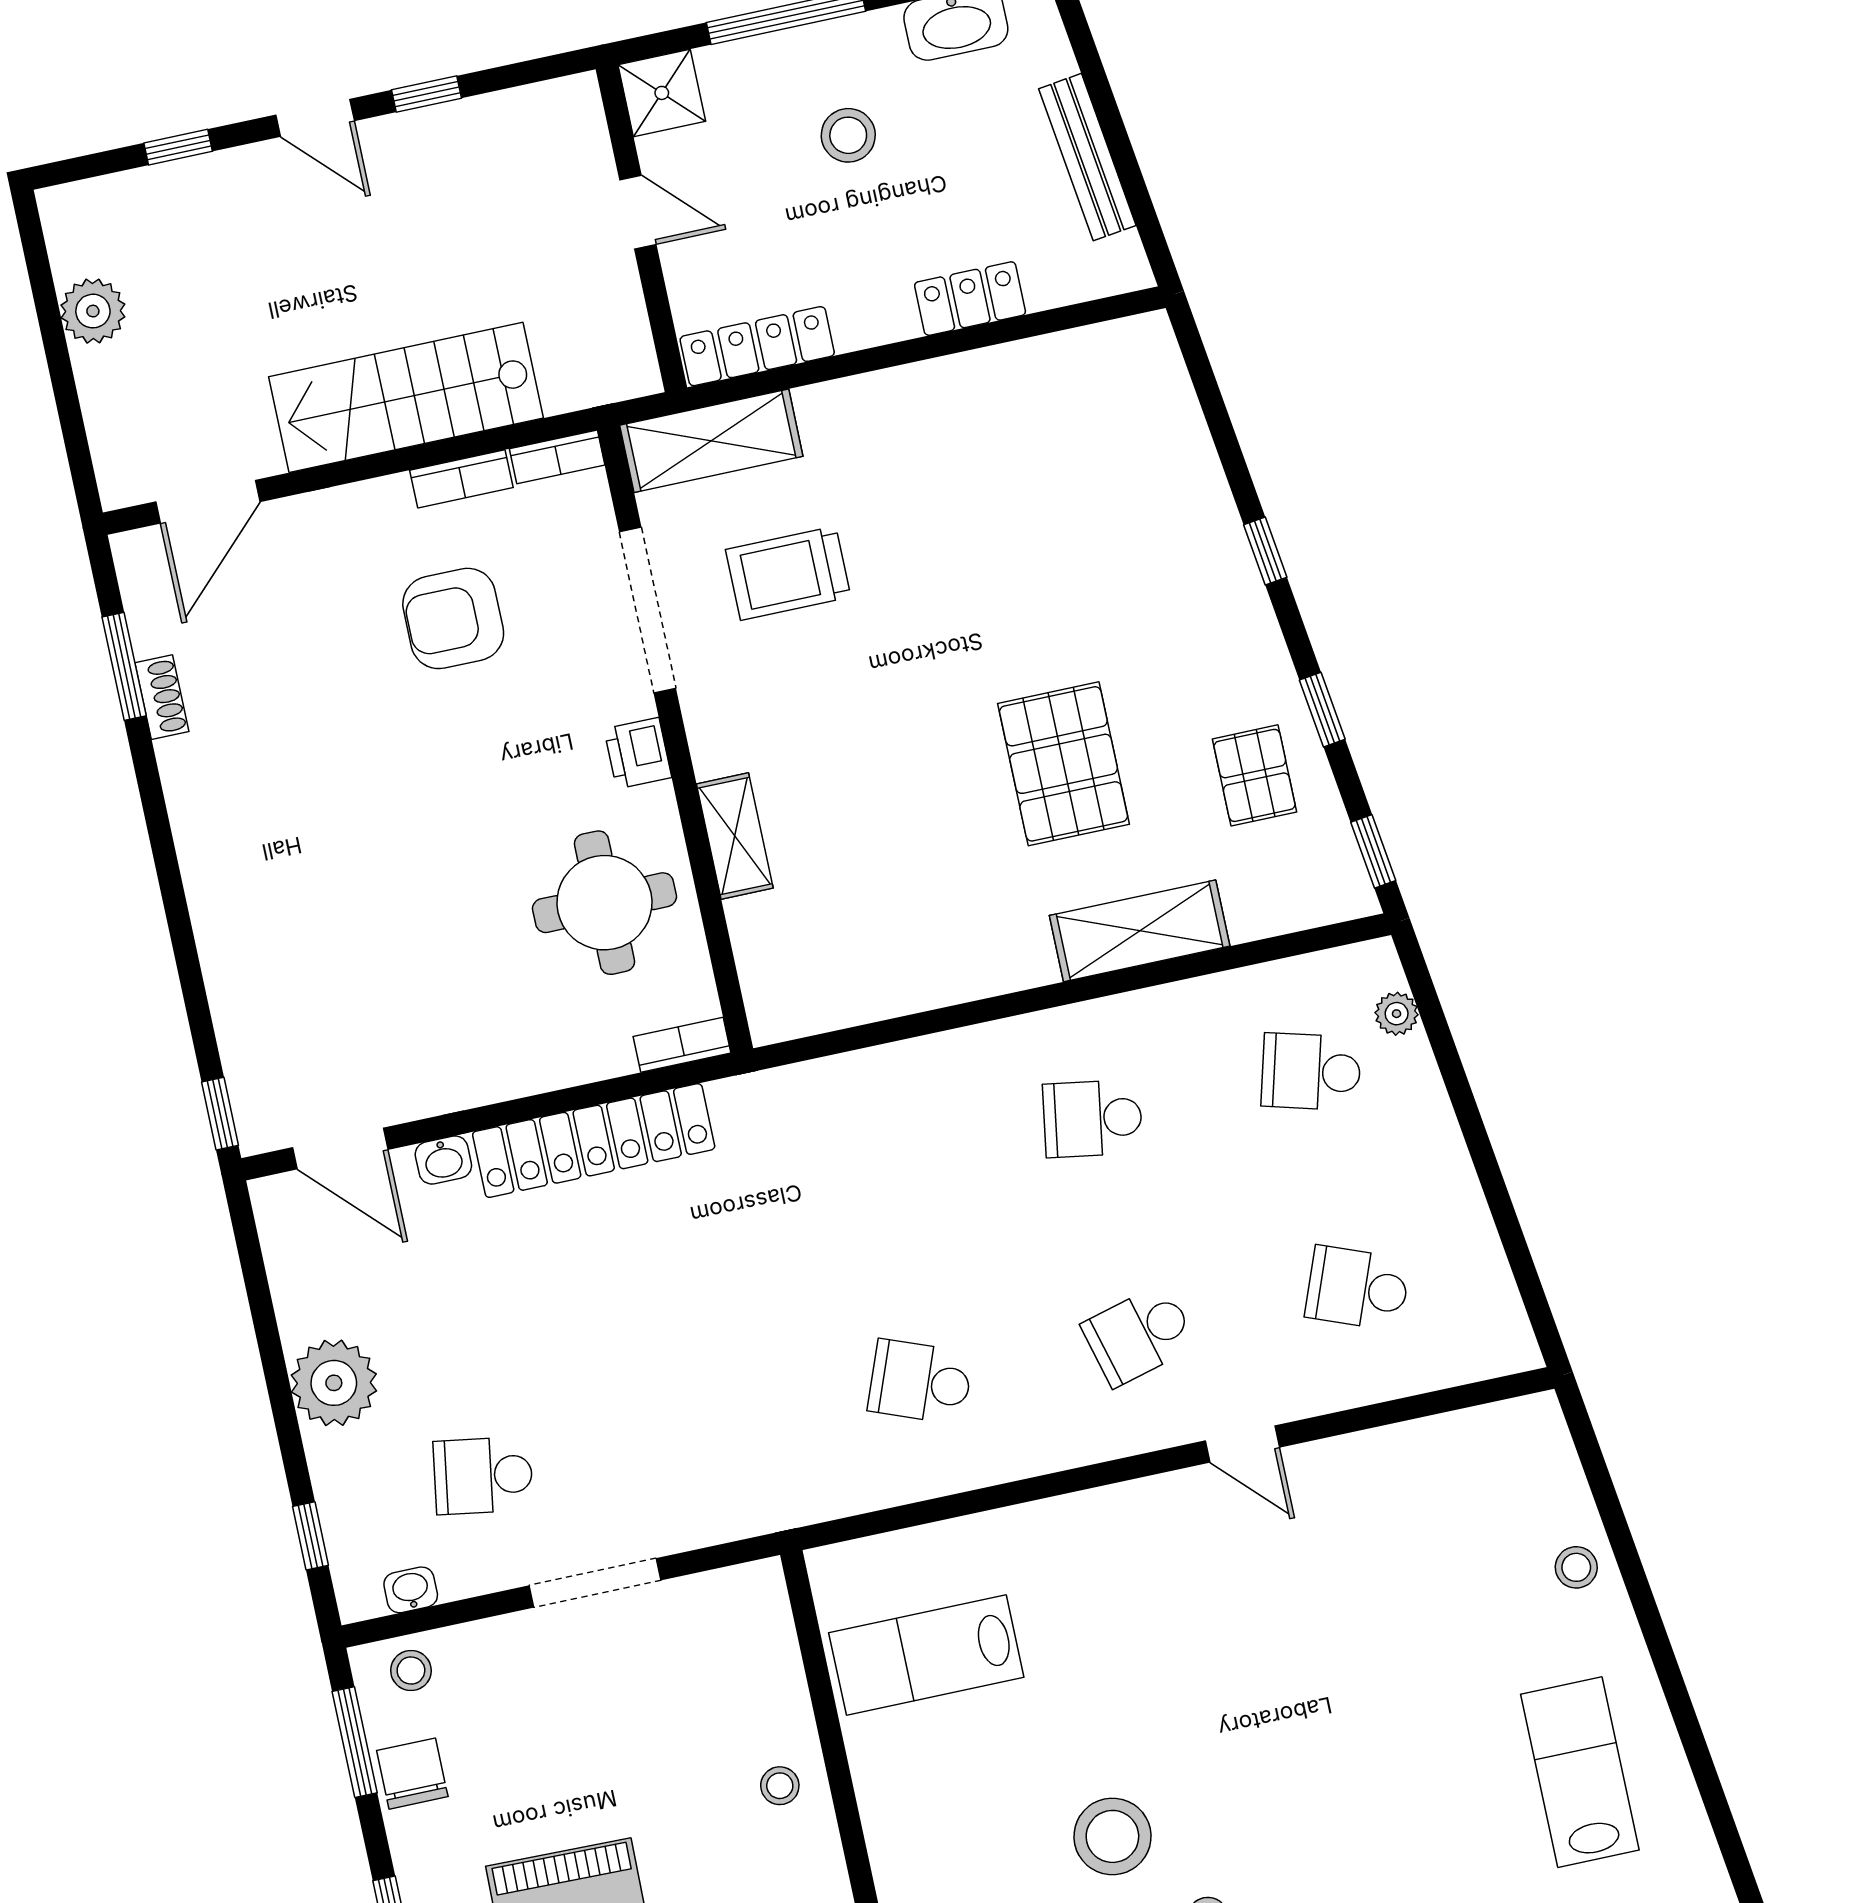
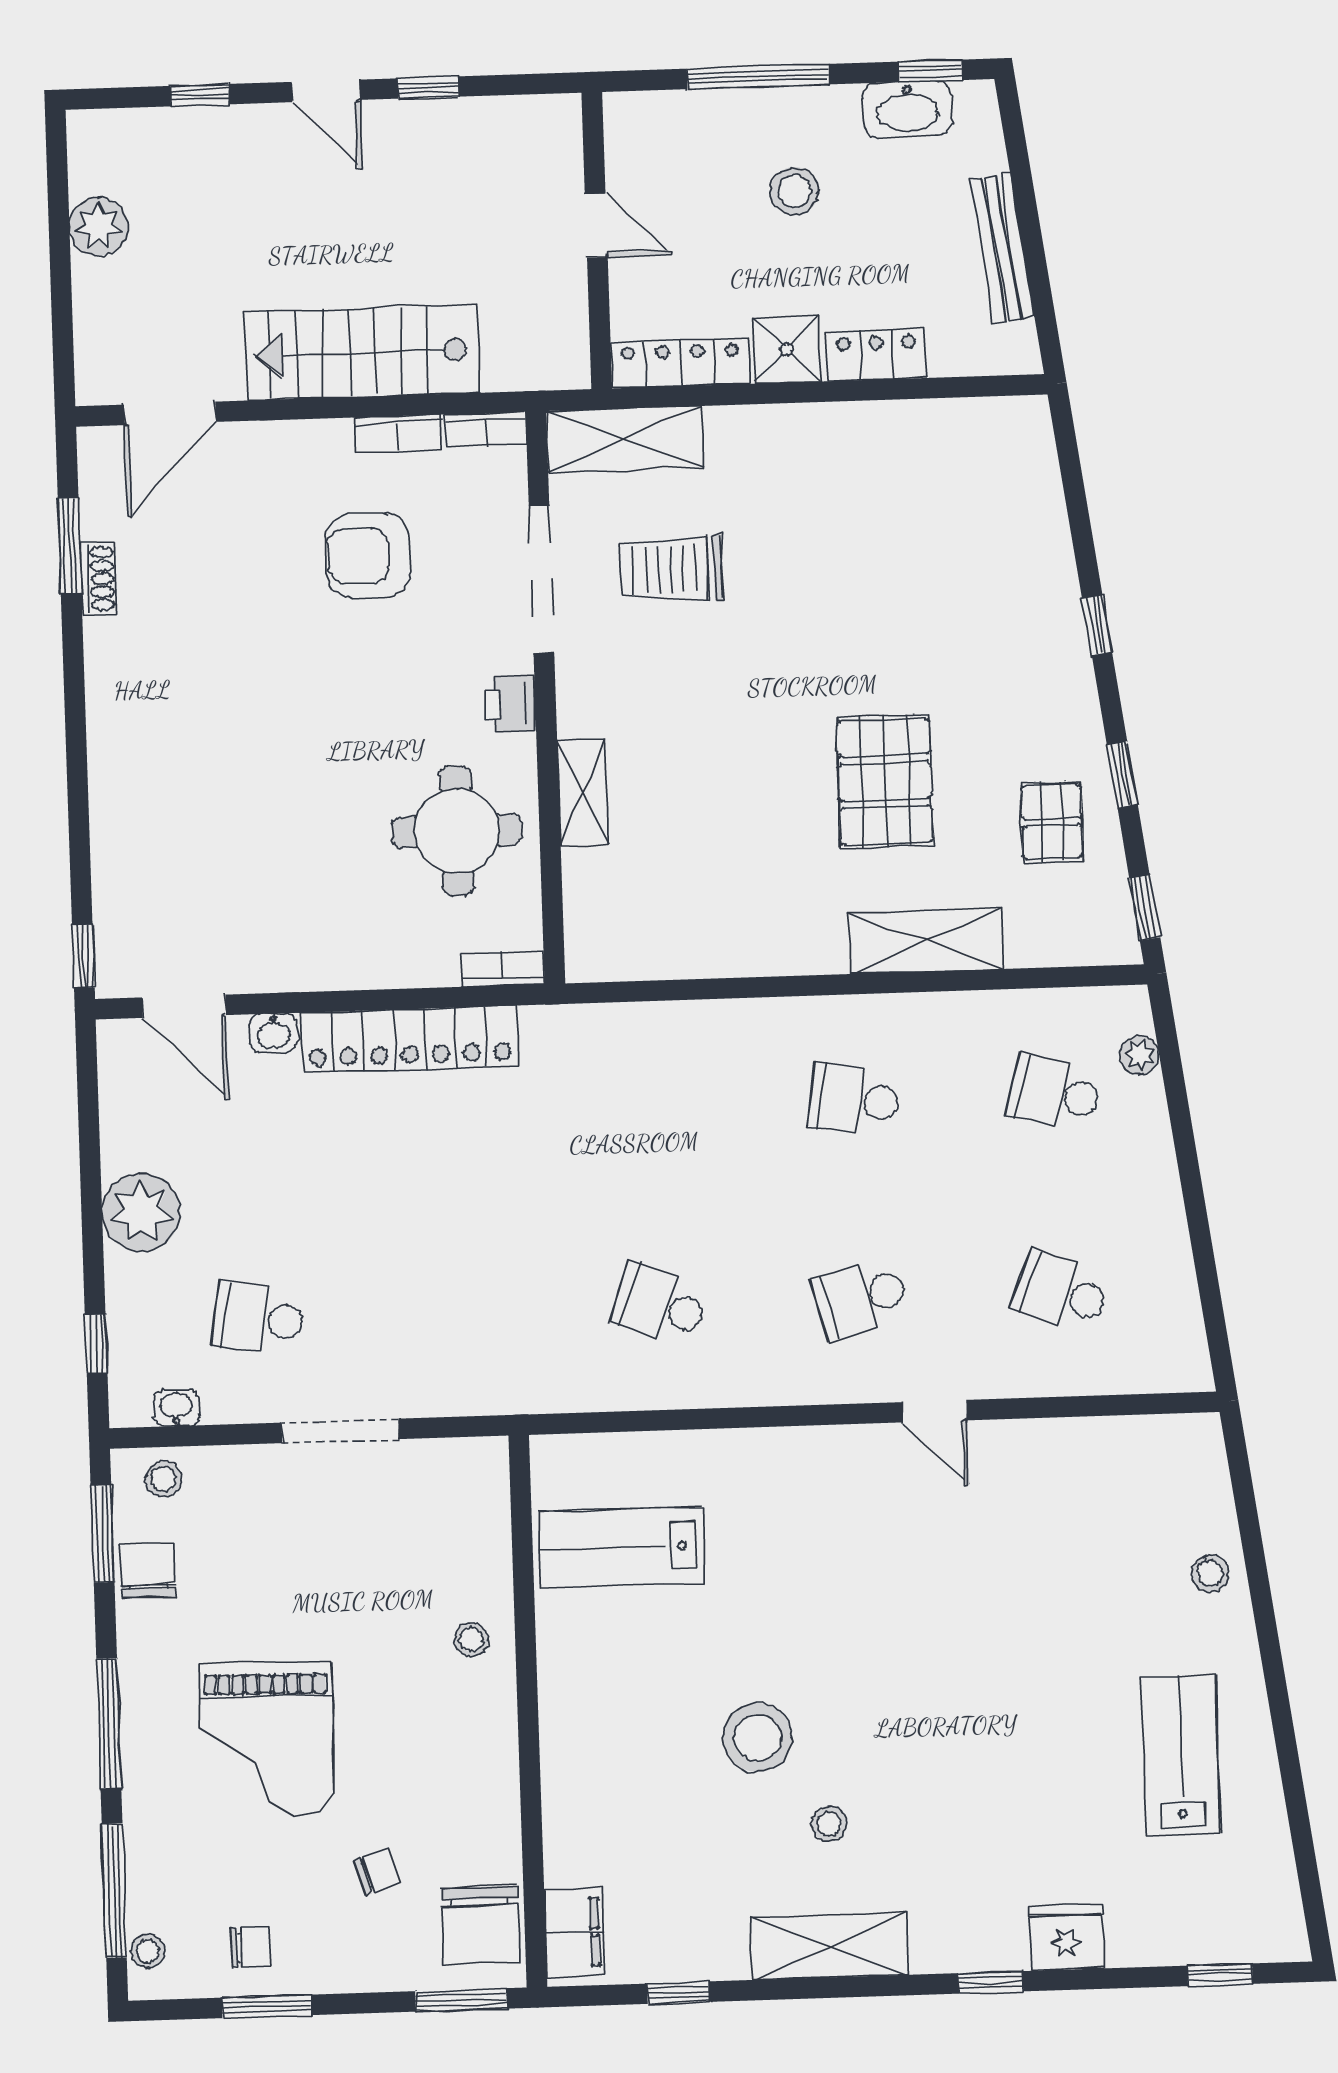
shower: (662, 93) -> (787, 349), moved

